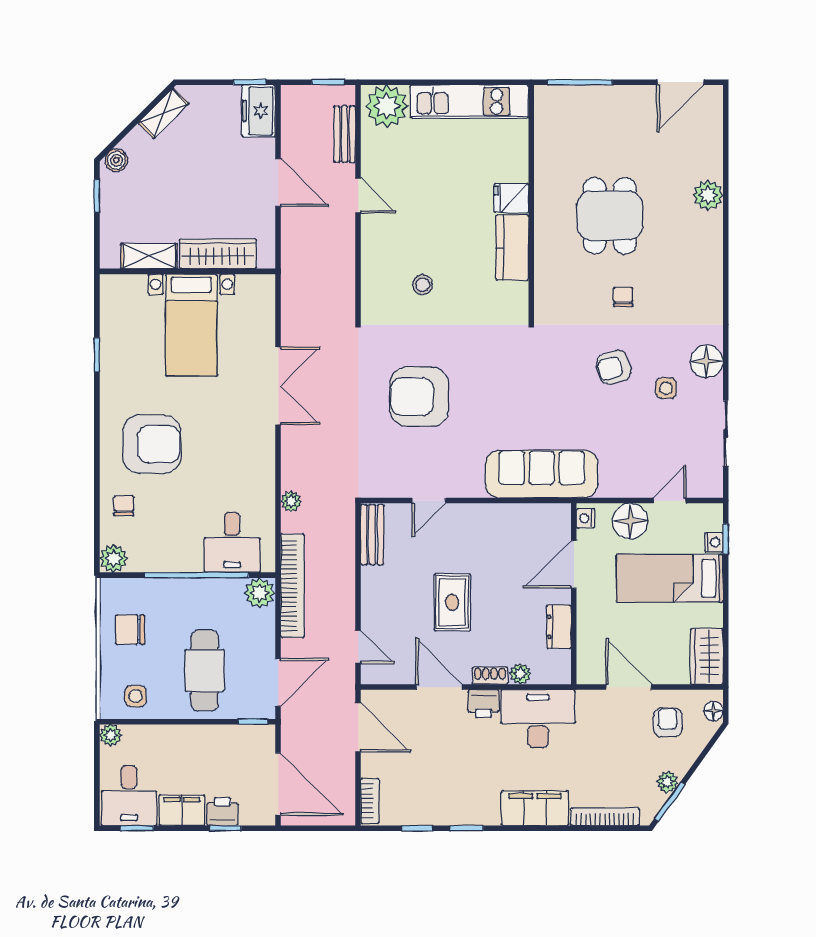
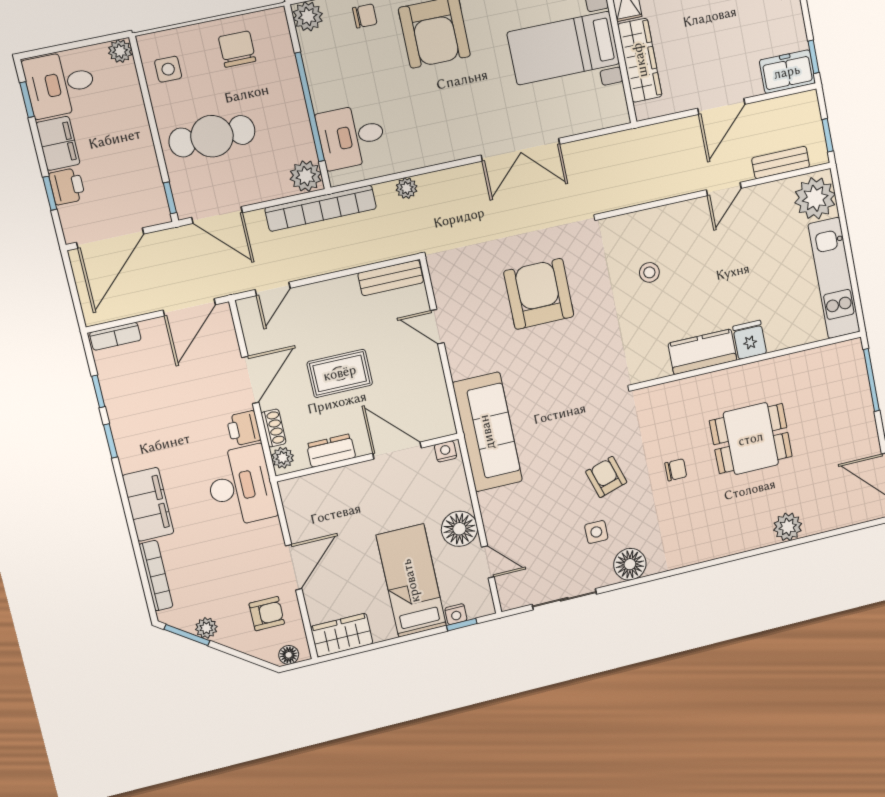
nightstand: (586, 518) -> (446, 451), moved
door: (574, 564) -> (397, 451), moved
wall: (574, 594) -> (368, 458), moved
dresser: (559, 627) -> (331, 451), moved

